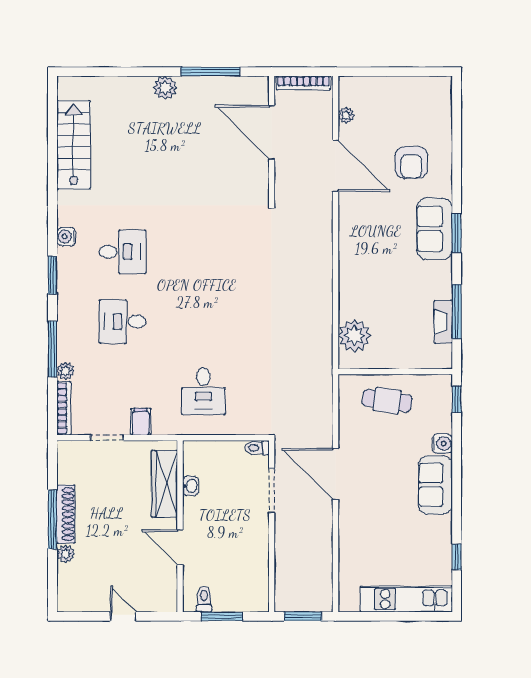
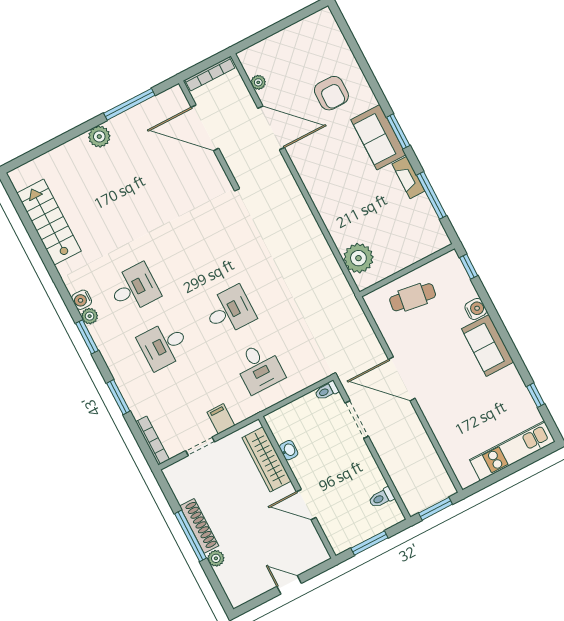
desk: (203, 322) -> (229, 311), added
fireplace: (443, 322) -> (408, 178), moved
window: (53, 349) -> (118, 397), width x0.69
plant: (66, 371) -> (90, 316), moved
toilet: (204, 599) -> (381, 498), moved, turned -90

